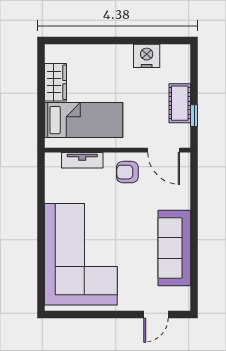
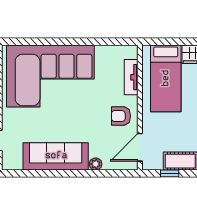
armchair: (127, 172) -> (121, 116), turned -90
plant: (183, 202) -> (96, 164), added

